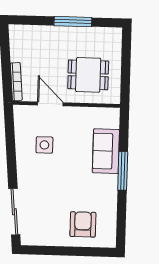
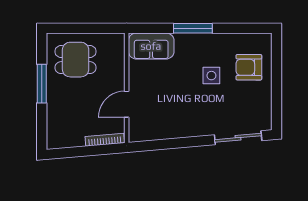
dining table: (88, 75) -> (76, 60), moved, turned 90
side table: (44, 145) -> (211, 76), moved
sofa: (106, 151) -> (151, 46), moved

